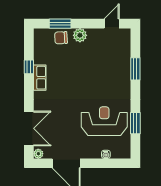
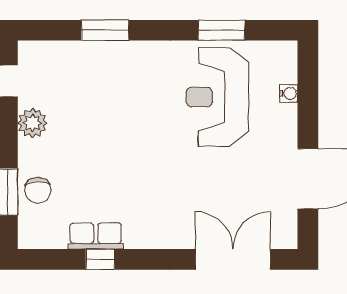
plant: (80, 35) -> (32, 123), moved
row of seats: (40, 78) -> (96, 236), moved
plant: (38, 154) -> (287, 239), removed

